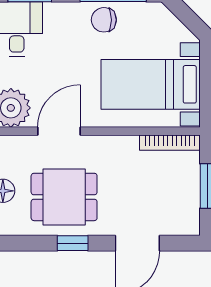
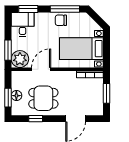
window: (73, 243) -> (36, 119), moved

